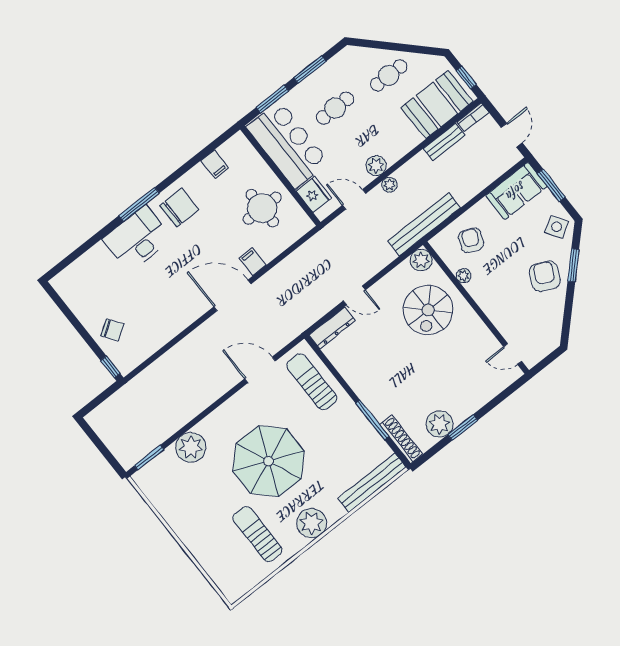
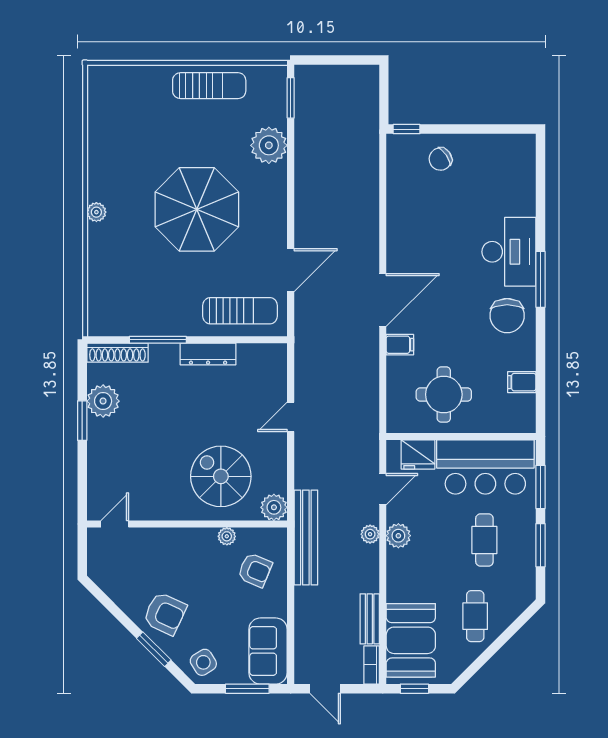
dresser: (332, 328) -> (208, 354), moved, turned -90
bench: (372, 483) -> (98, 292), removed
plant: (312, 523) -> (96, 212), width x0.53, depth x0.53
sun lounger: (257, 534) -> (209, 86), moved

